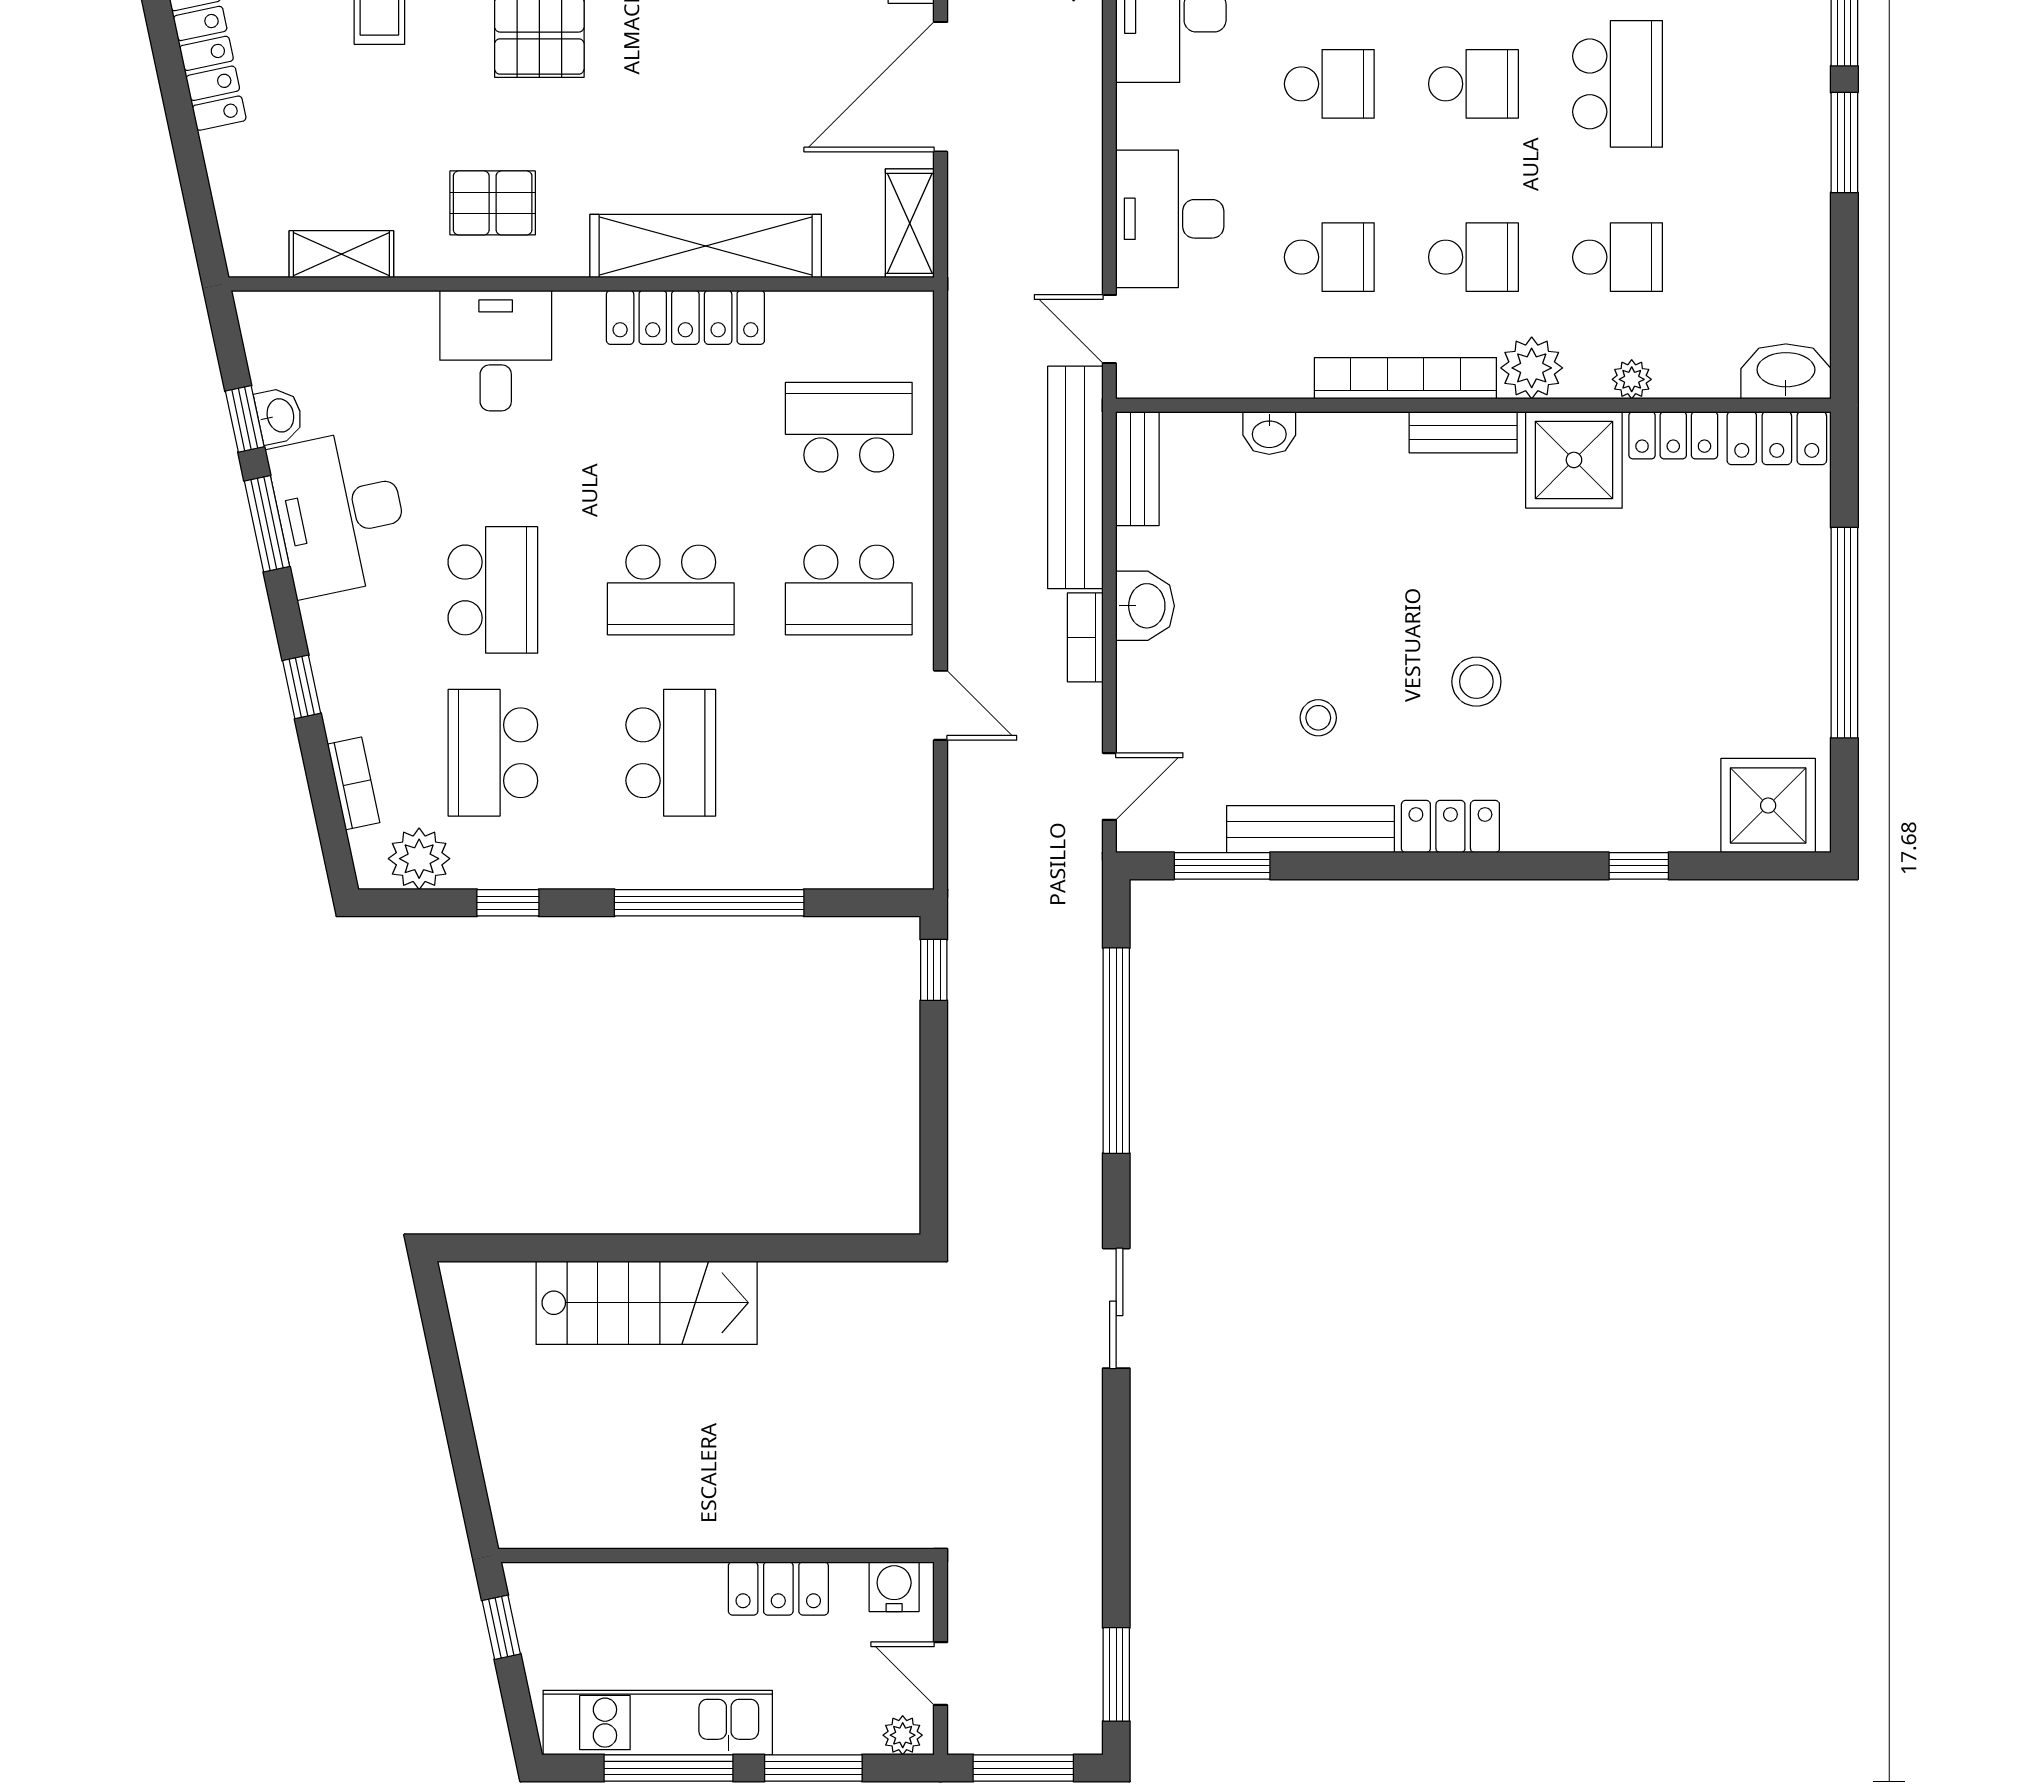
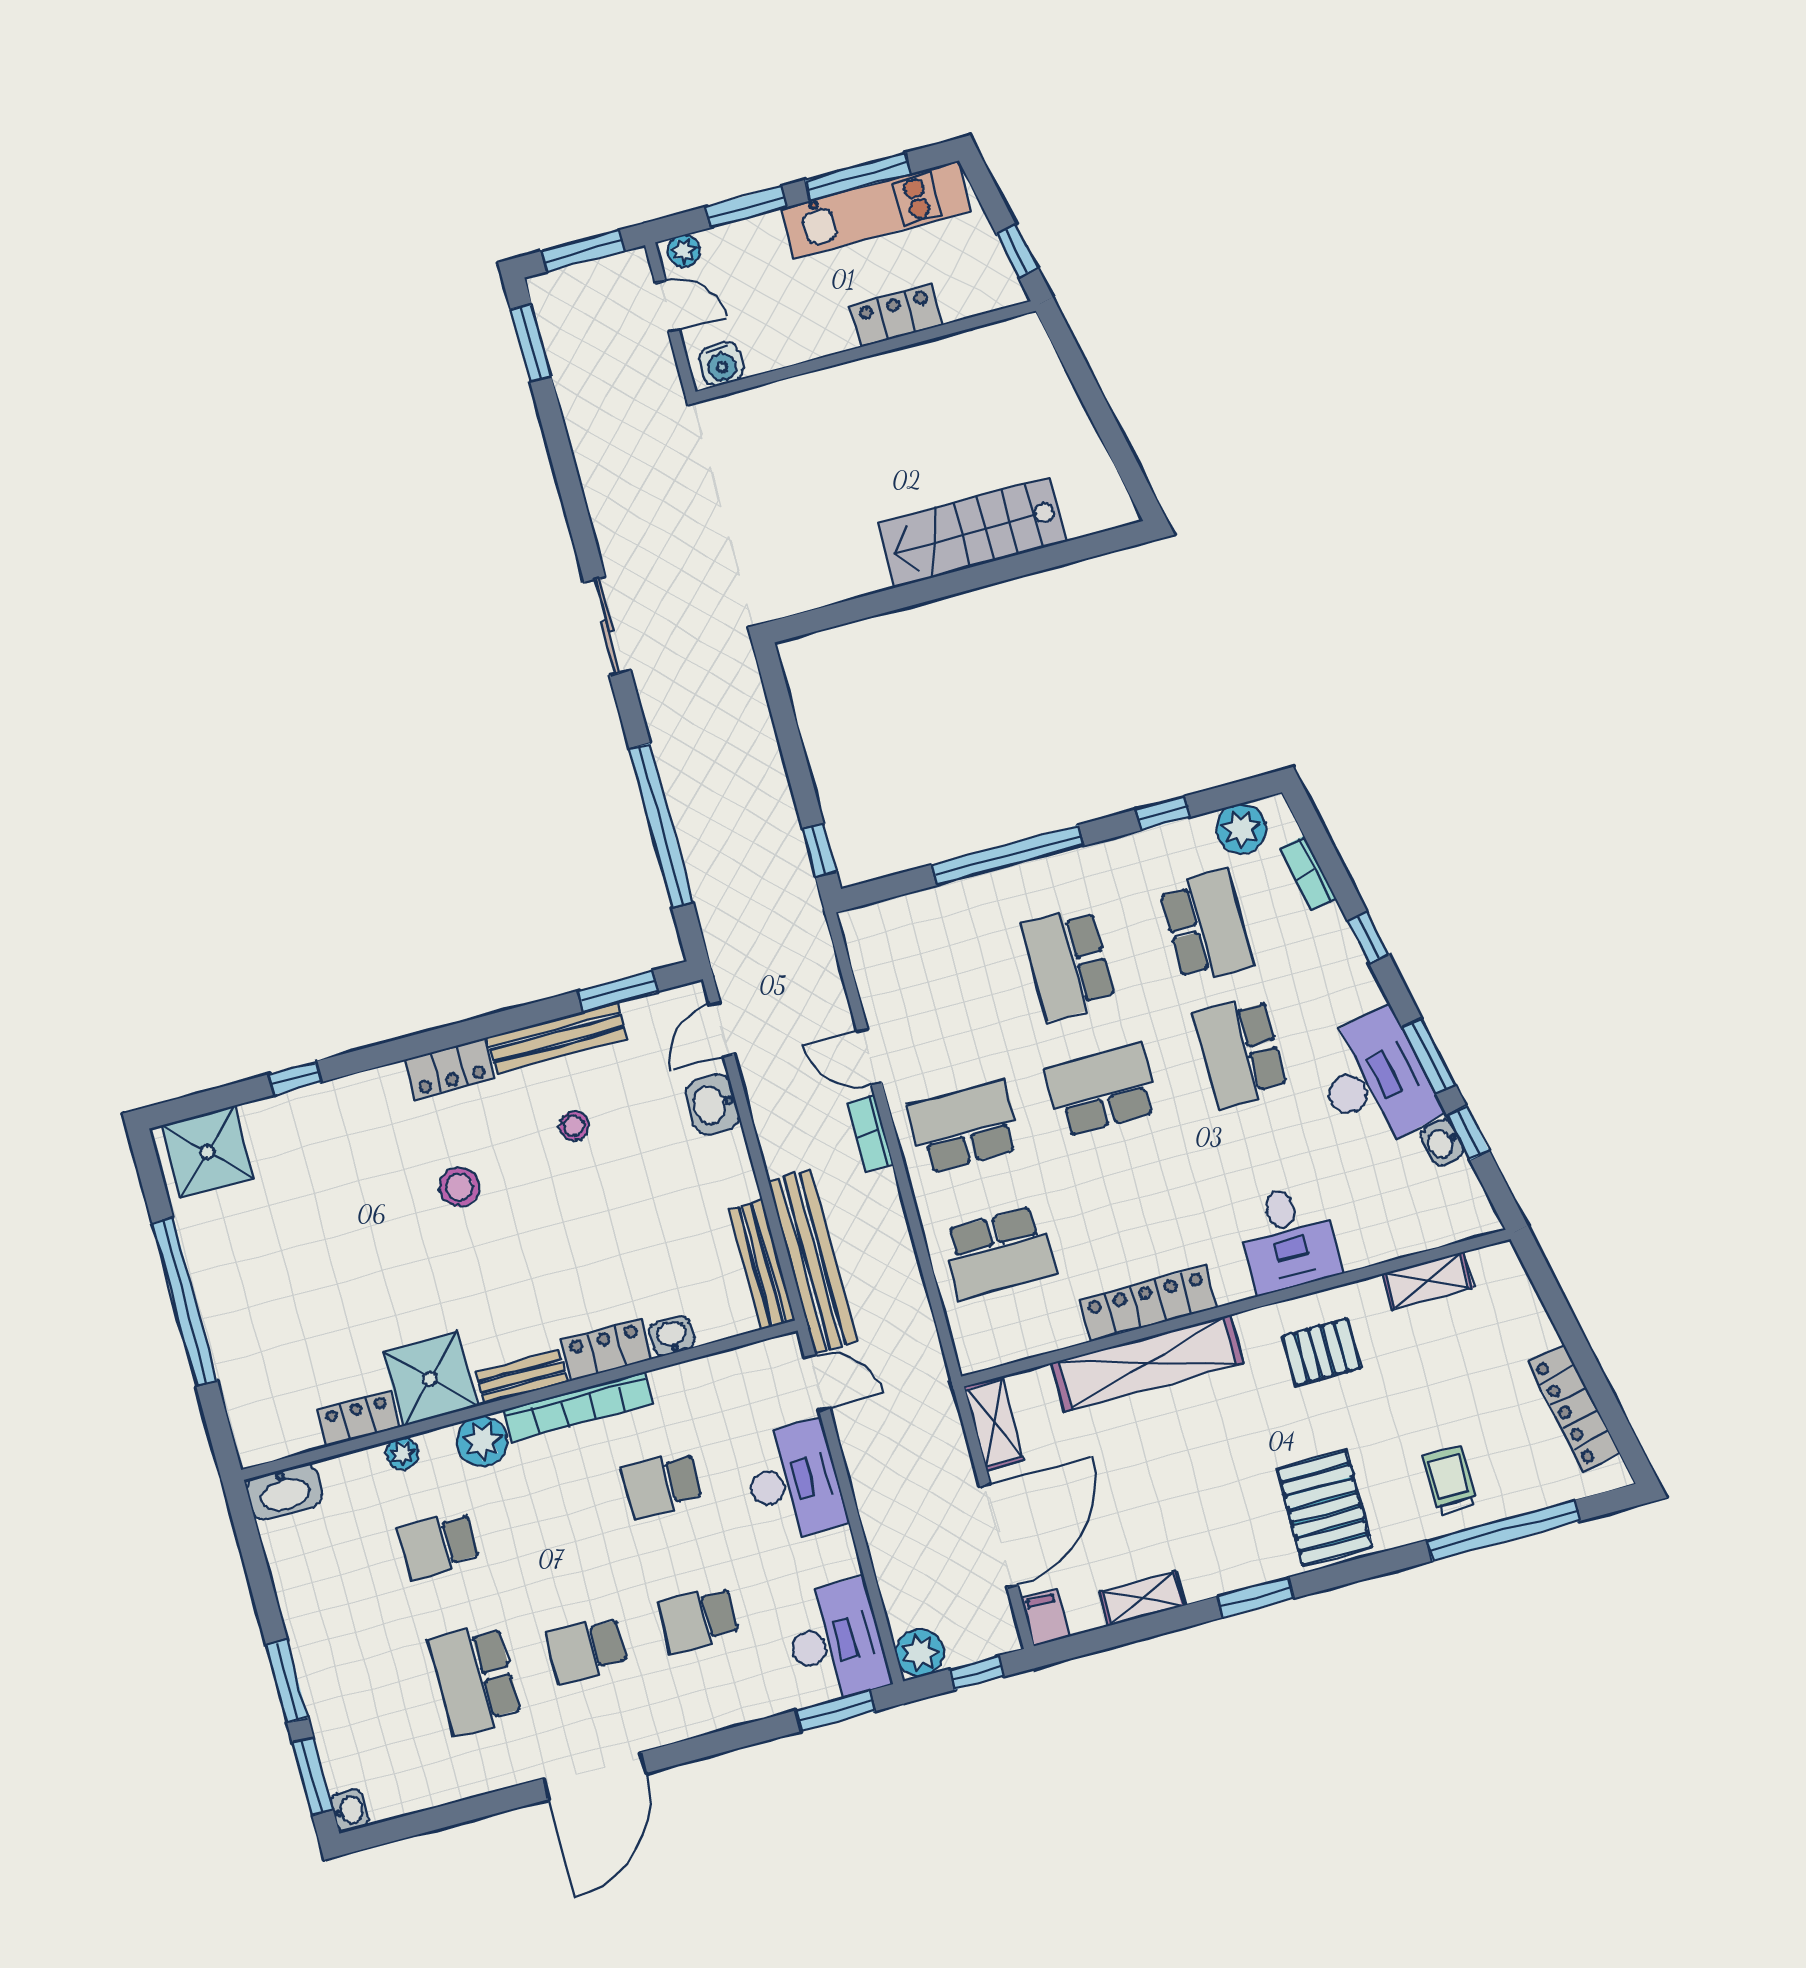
school desk: (1473, 257) -> (550, 1515), removed
locker: (1777, 438) -> (606, 1349), moved
bench: (1137, 469) -> (762, 1265), width x1.36
washbasin: (1145, 606) -> (712, 1104), moved
bookcase: (1085, 637) -> (870, 1133), moved, turned 180
locker: (778, 1588) -> (896, 316), moved

